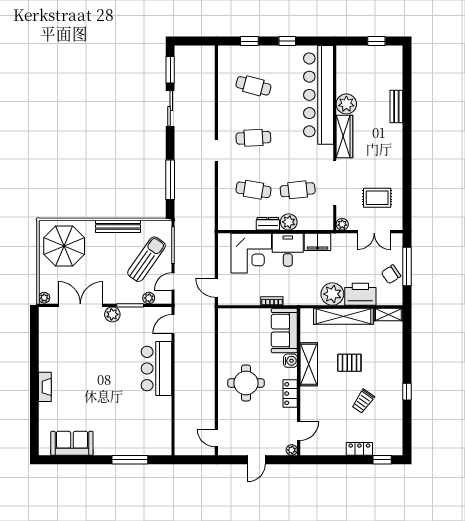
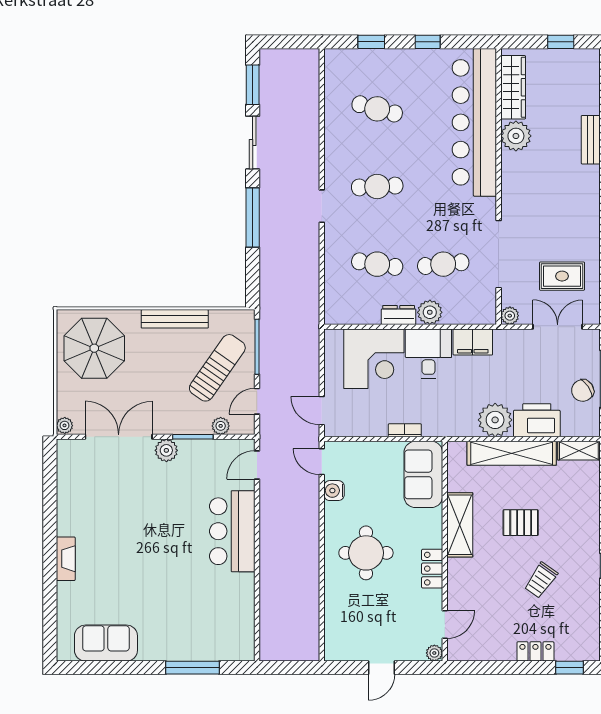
wardrobe: (344, 137) -> (513, 87), moved
window: (170, 180) -> (253, 217), moved
double door: (374, 232) -> (558, 327), swing flipped
water cooler: (290, 361) -> (334, 491), moved, turned 180
door: (216, 438) -> (322, 462), moved

